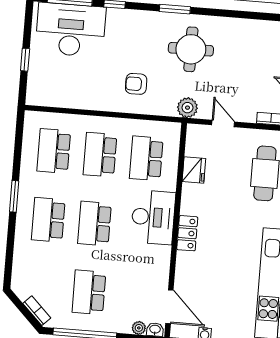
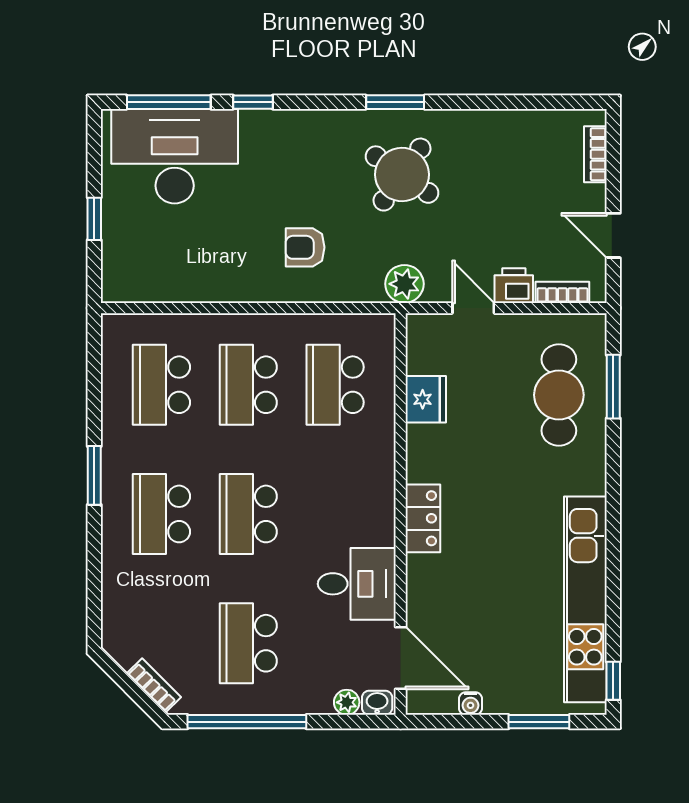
window: (175, 9) -> (395, 102), moved
round table: (191, 49) -> (402, 175), turned 35
printer: (246, 113) -> (514, 286), added
desk: (153, 217) -> (357, 584), moved, width x0.73

